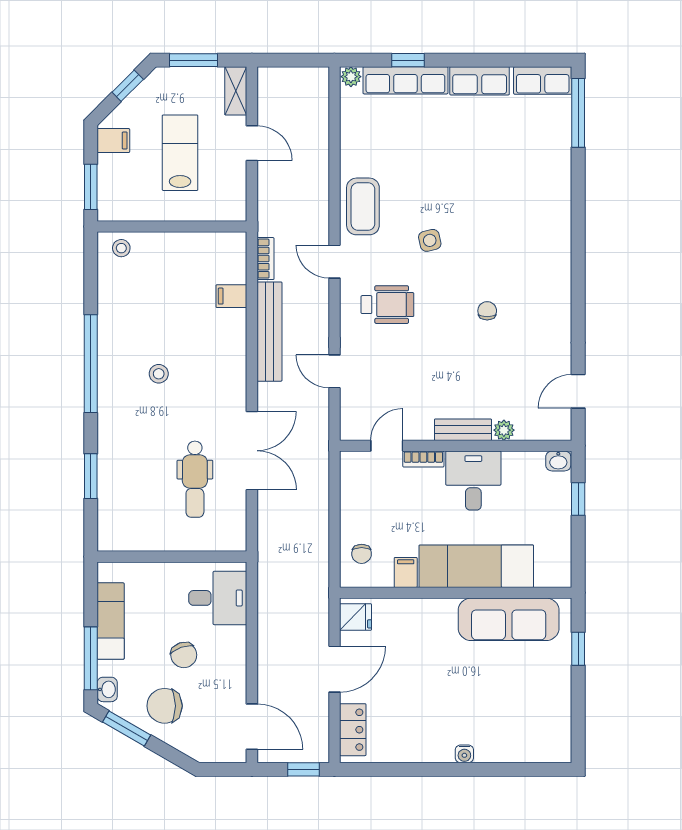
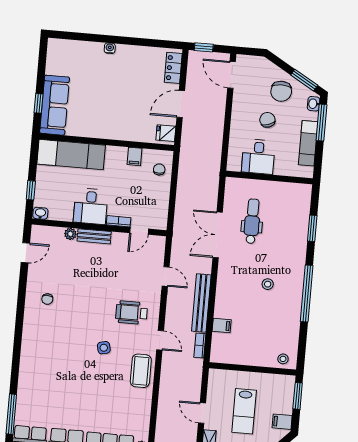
chair: (487, 311) -> (47, 299), moved
exam couch: (476, 566) -> (71, 155), moved
desk: (218, 598) -> (258, 157), moved, turned -90
sofa: (509, 619) -> (55, 105), moved, turned 90
chair: (165, 706) -> (281, 91), turned 90

